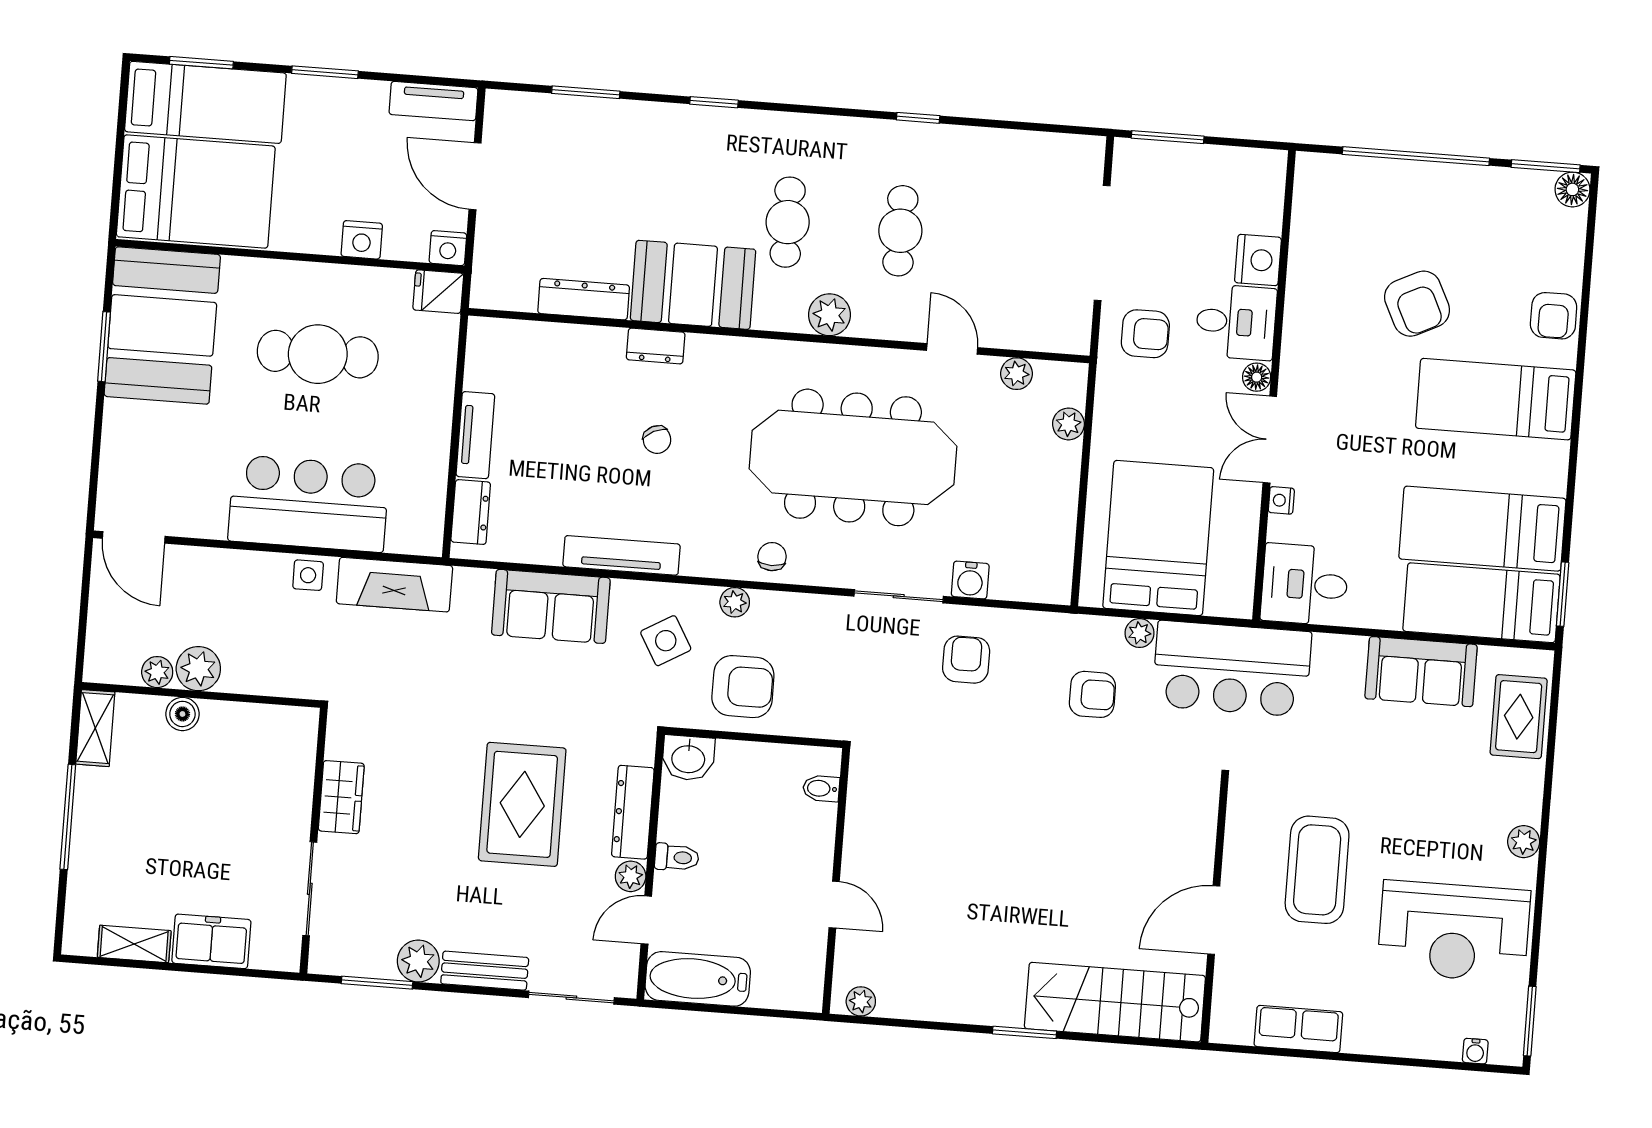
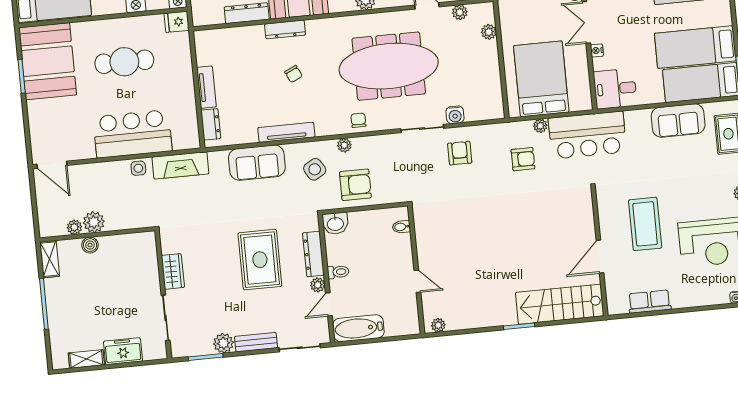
dresser: (656, 346) -> (285, 29), width x1.44

